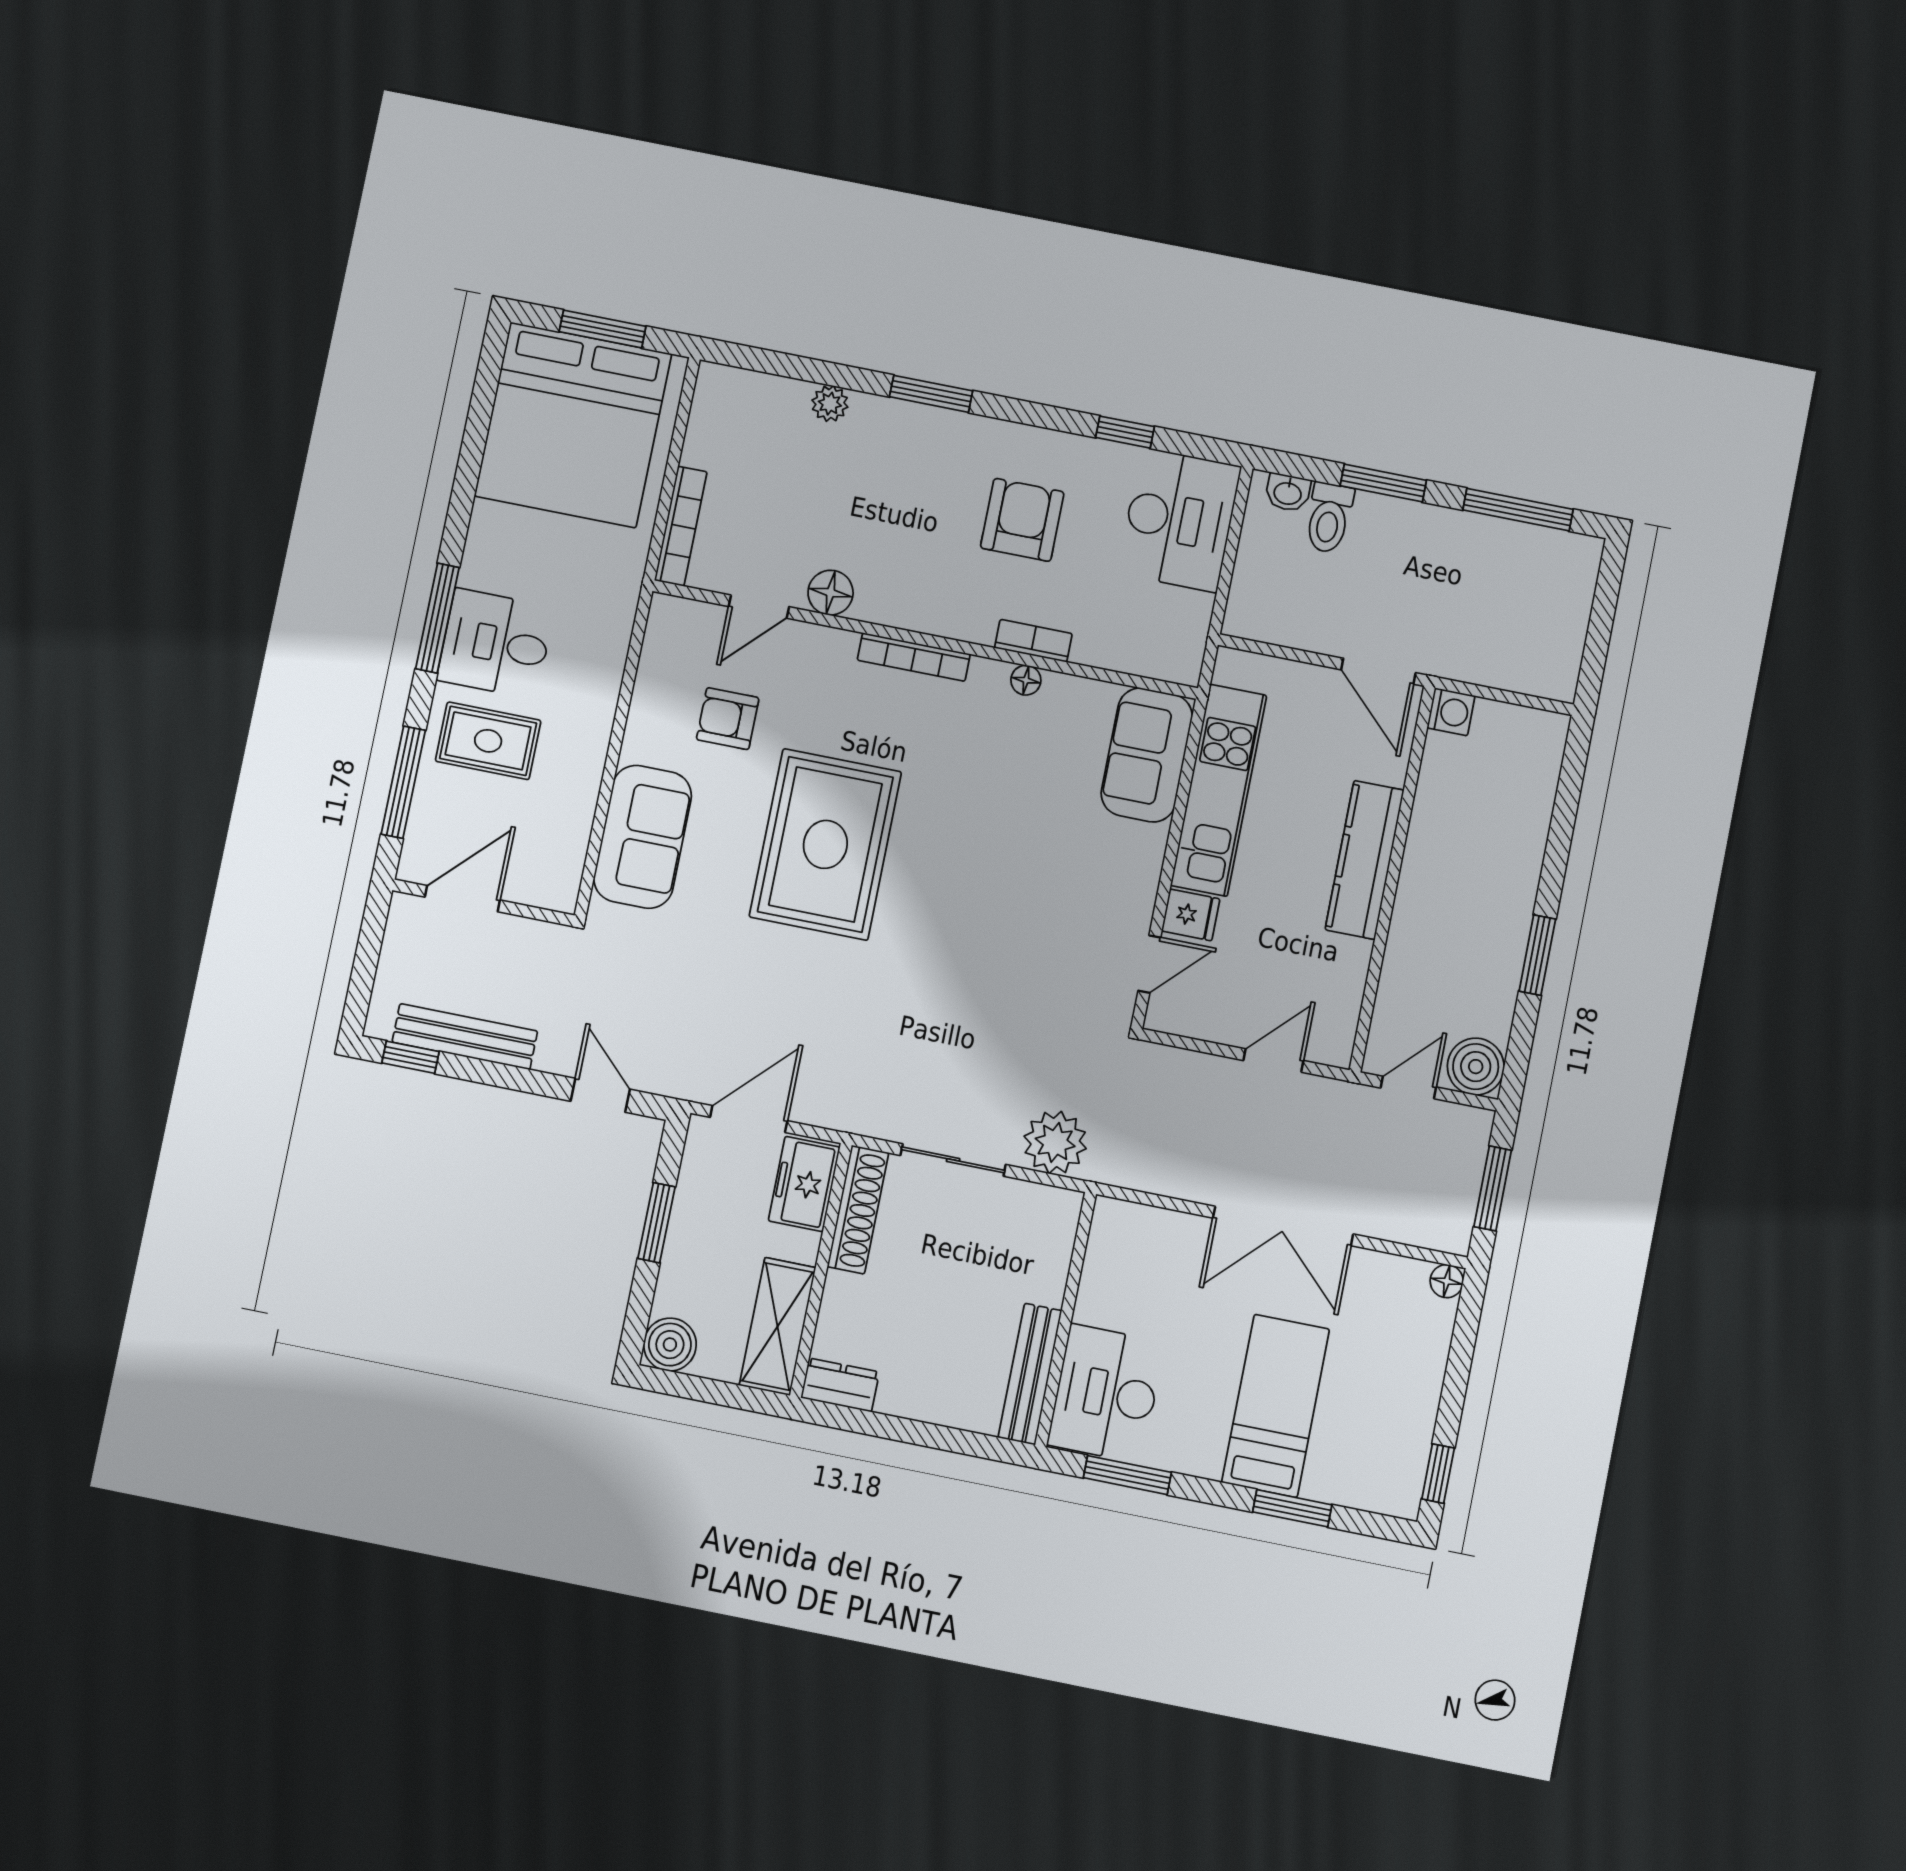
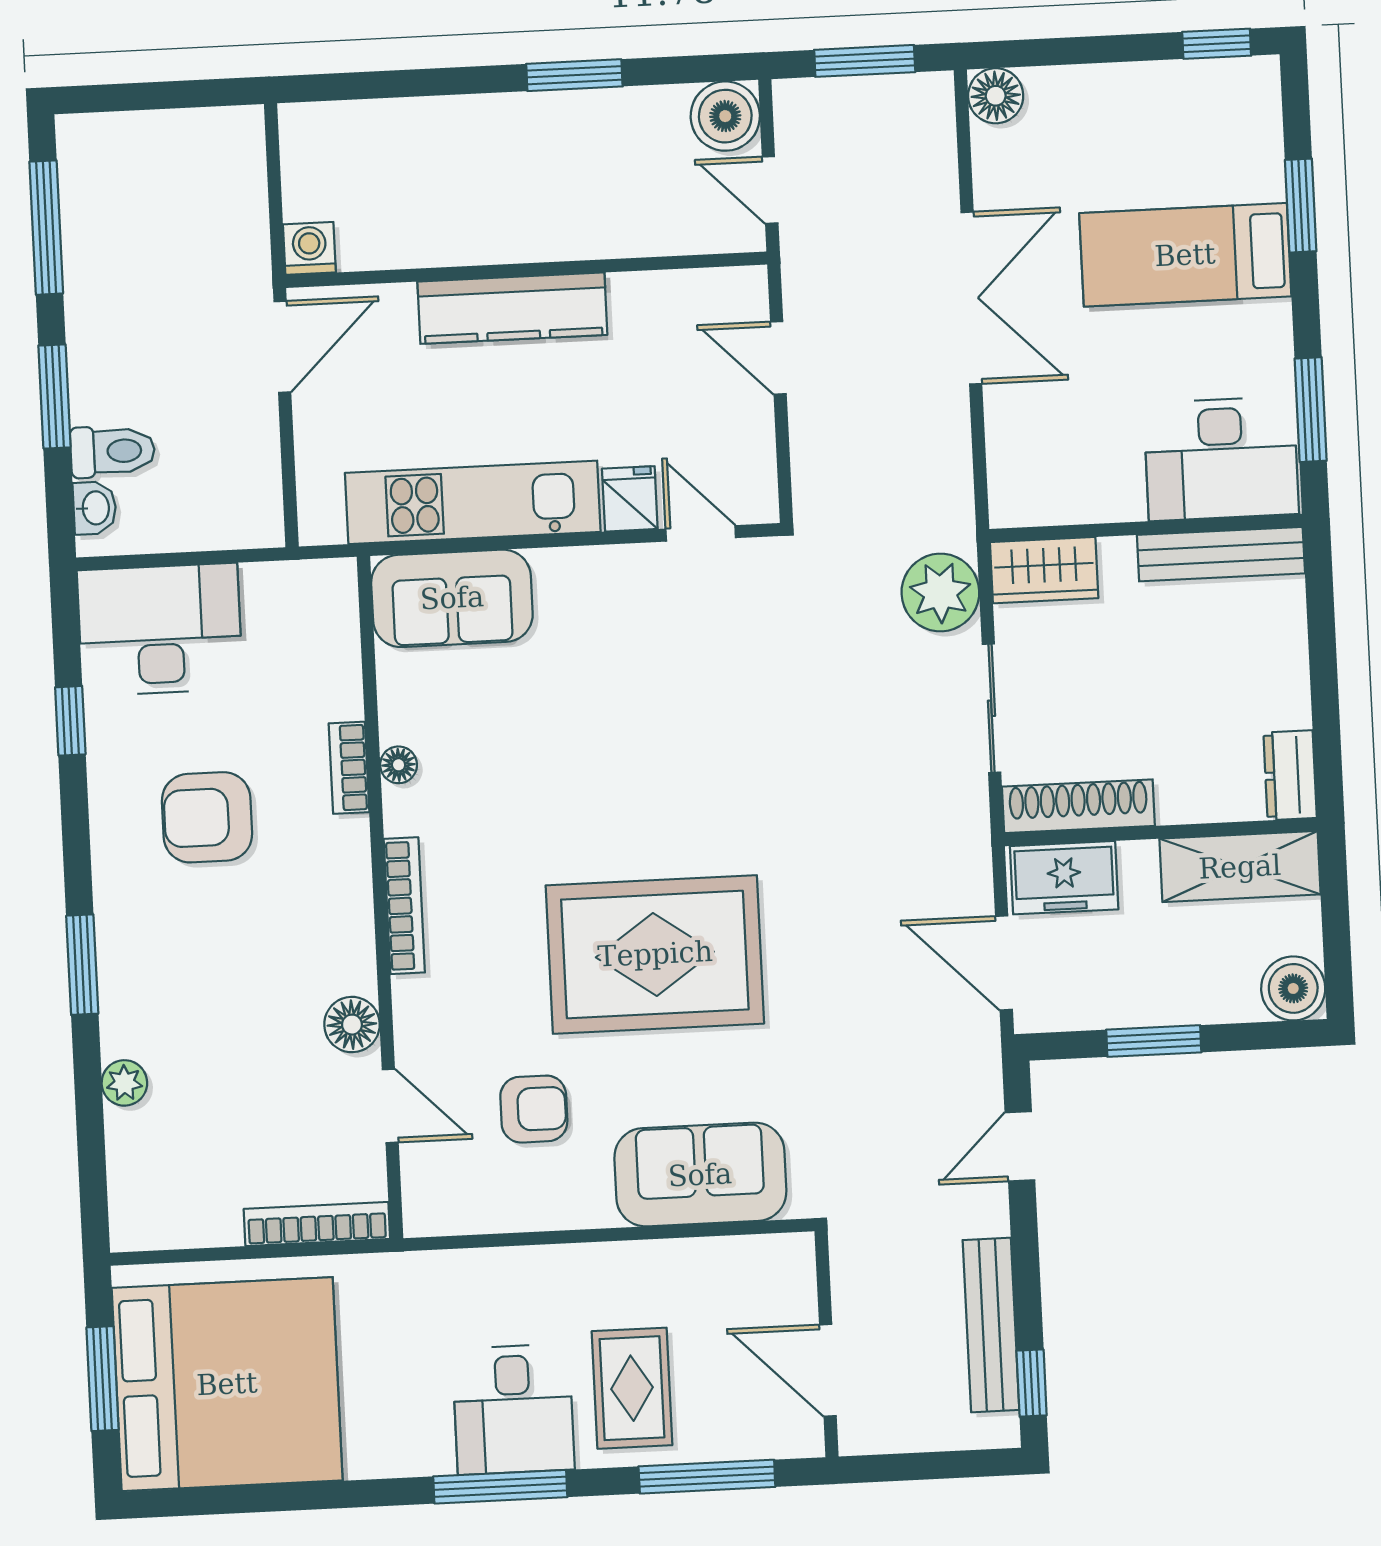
armchair: (728, 719) -> (534, 1109), turned -90
wardrobe: (1052, 1230) -> (1044, 570), added
floor lamp: (1447, 1281) -> (996, 96), width x1.37, depth x1.37

